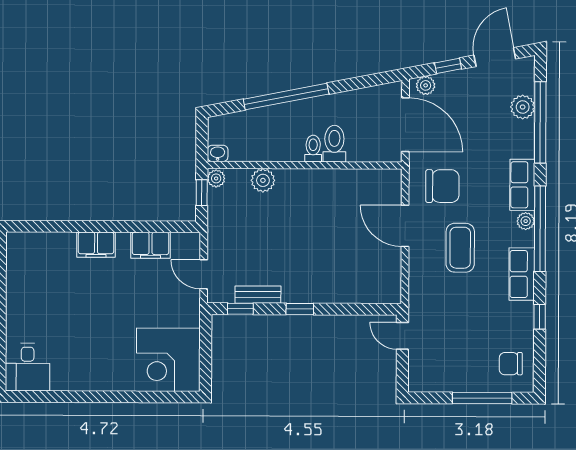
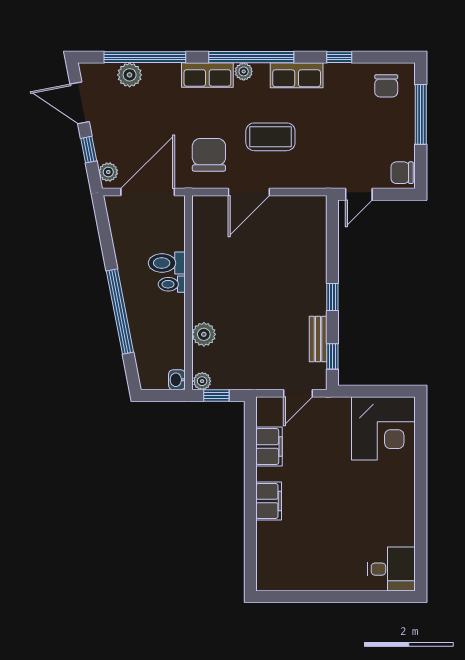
chair: (424, 379) -> (402, 173), added

